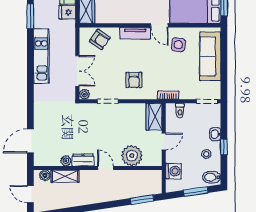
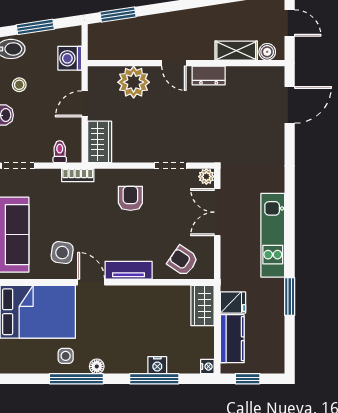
plant: (66, 161) -> (235, 74), removed

